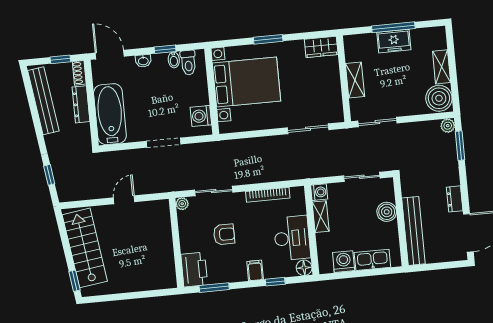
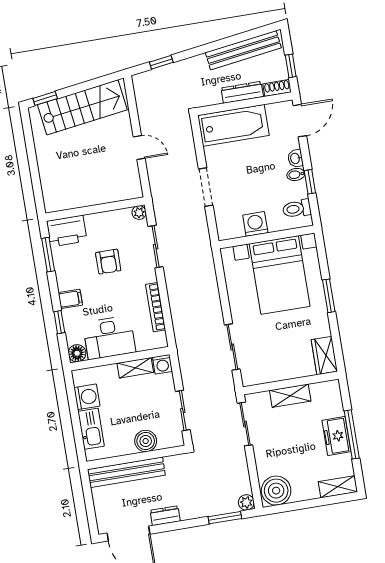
bidet: (174, 60) -> (296, 174), moved
shelving: (442, 67) -> (338, 487), moved
washing machine: (201, 116) -> (255, 224), moved

